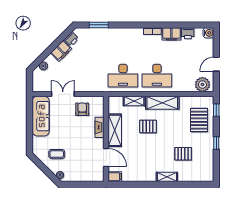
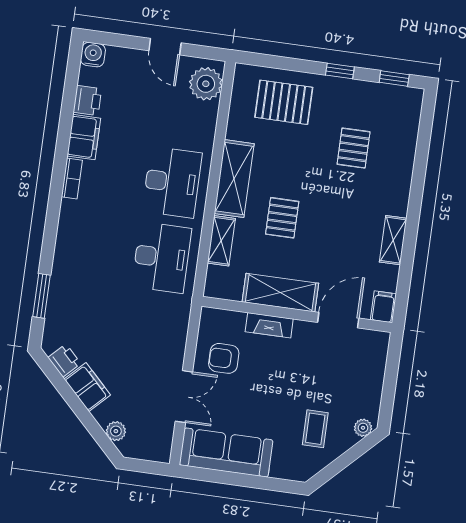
double door: (63, 94) -> (184, 397), swing flipped
window: (216, 110) -> (394, 79), moved
shelving: (167, 177) -> (393, 240), moved

